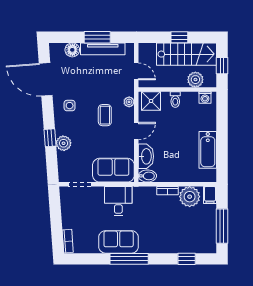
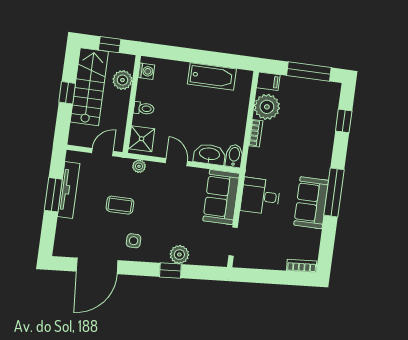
floor lamp: (72, 50) -> (65, 228), removed
coffee table: (105, 115) -> (120, 205), moved

